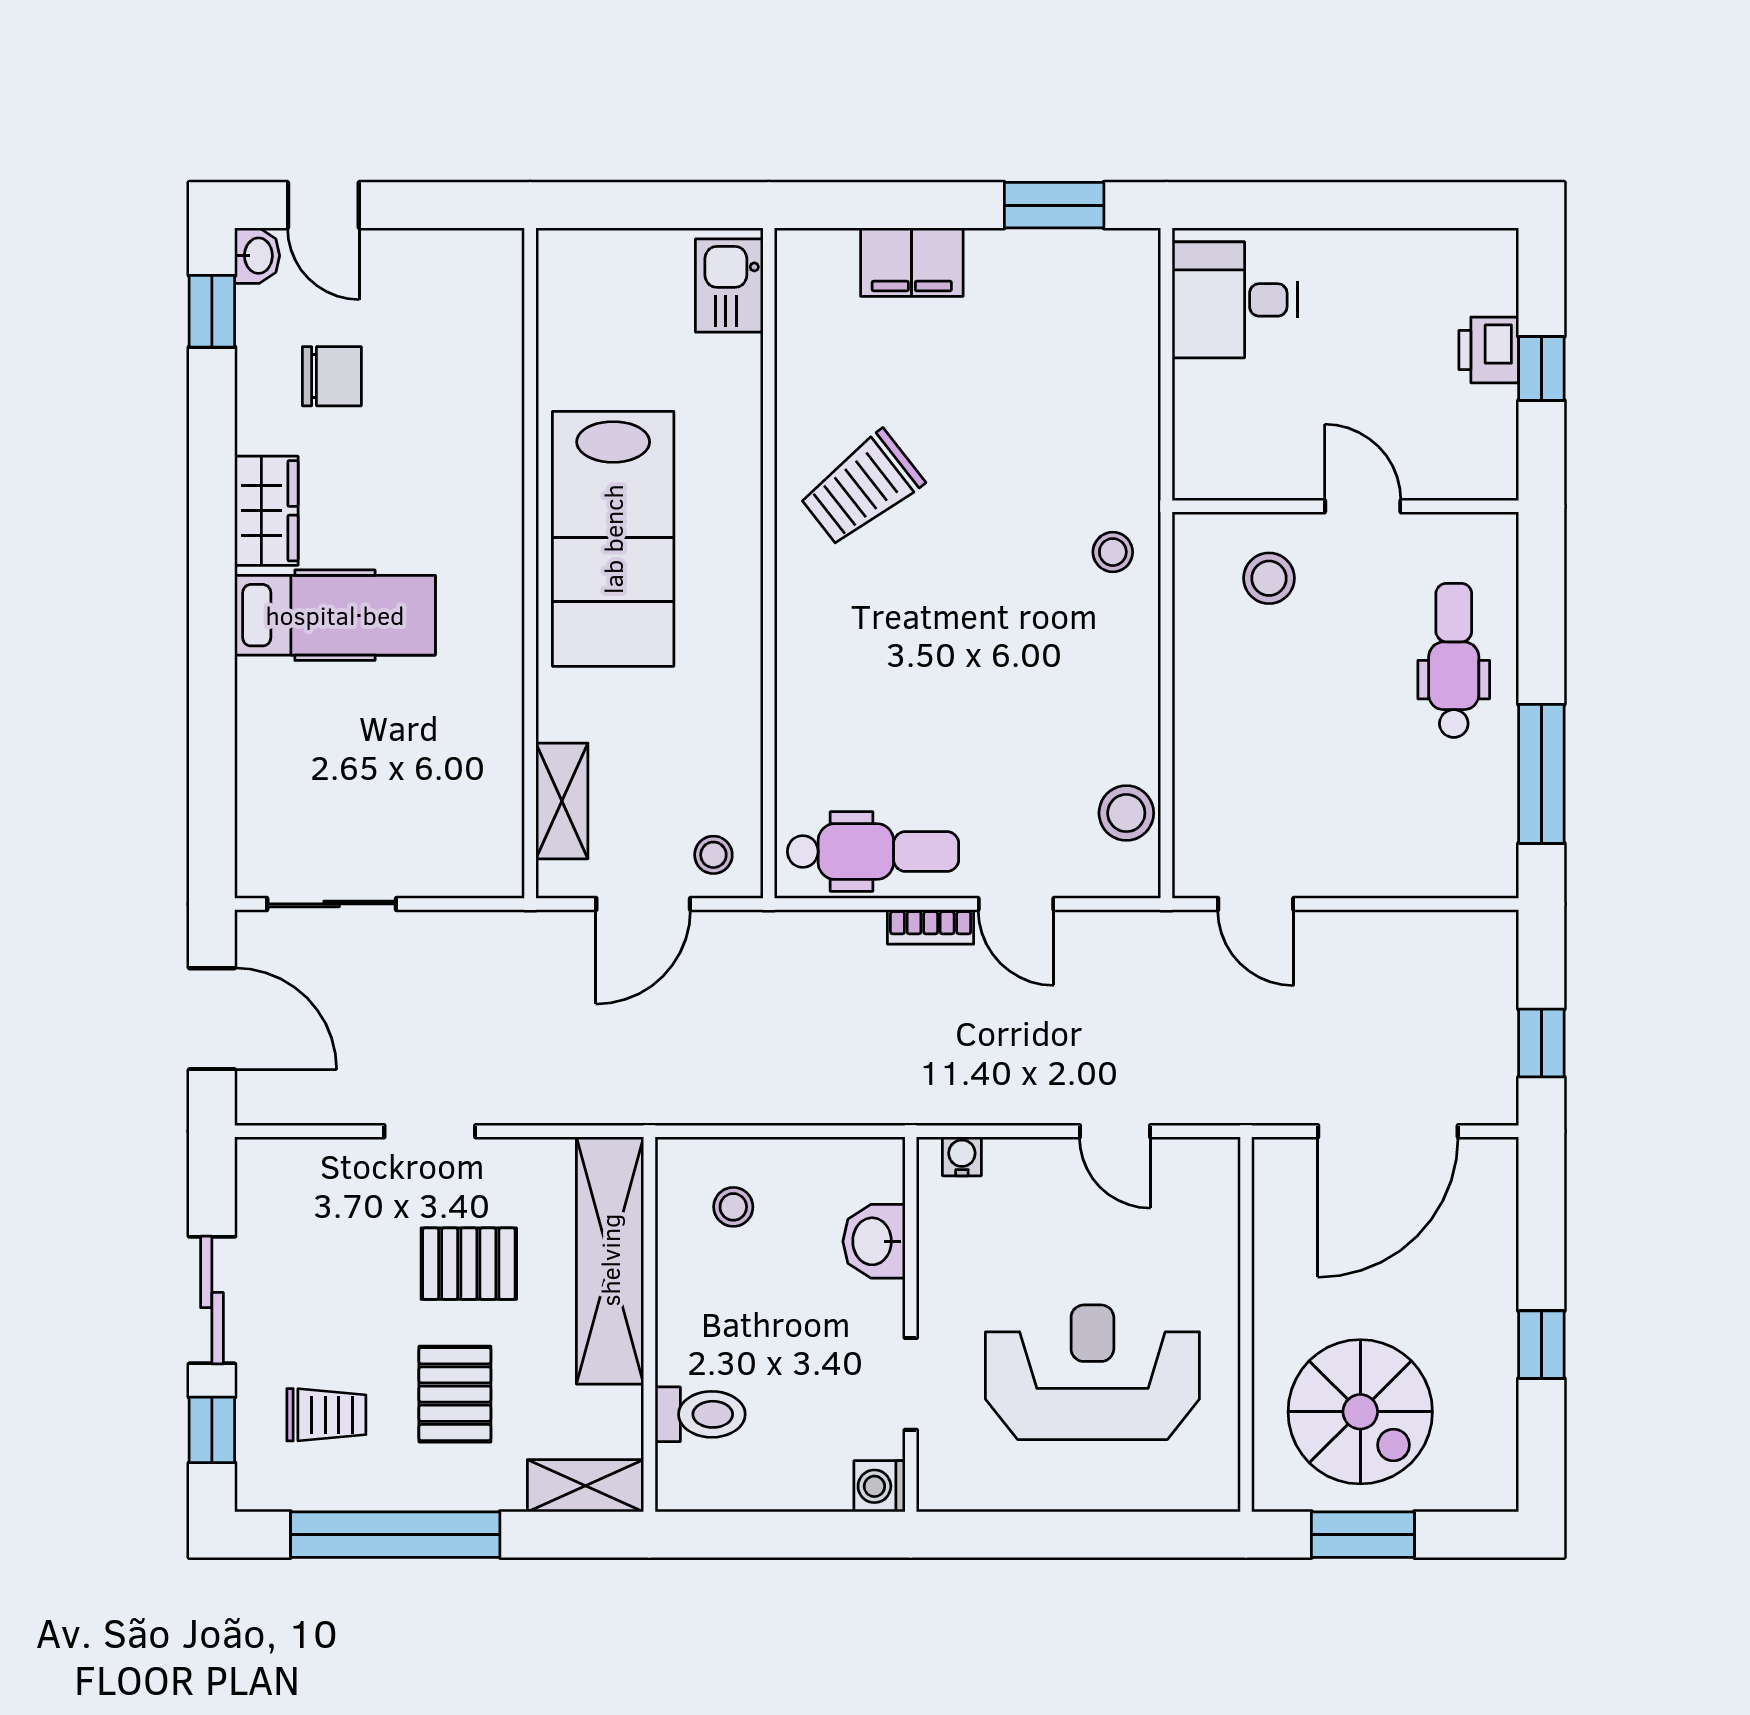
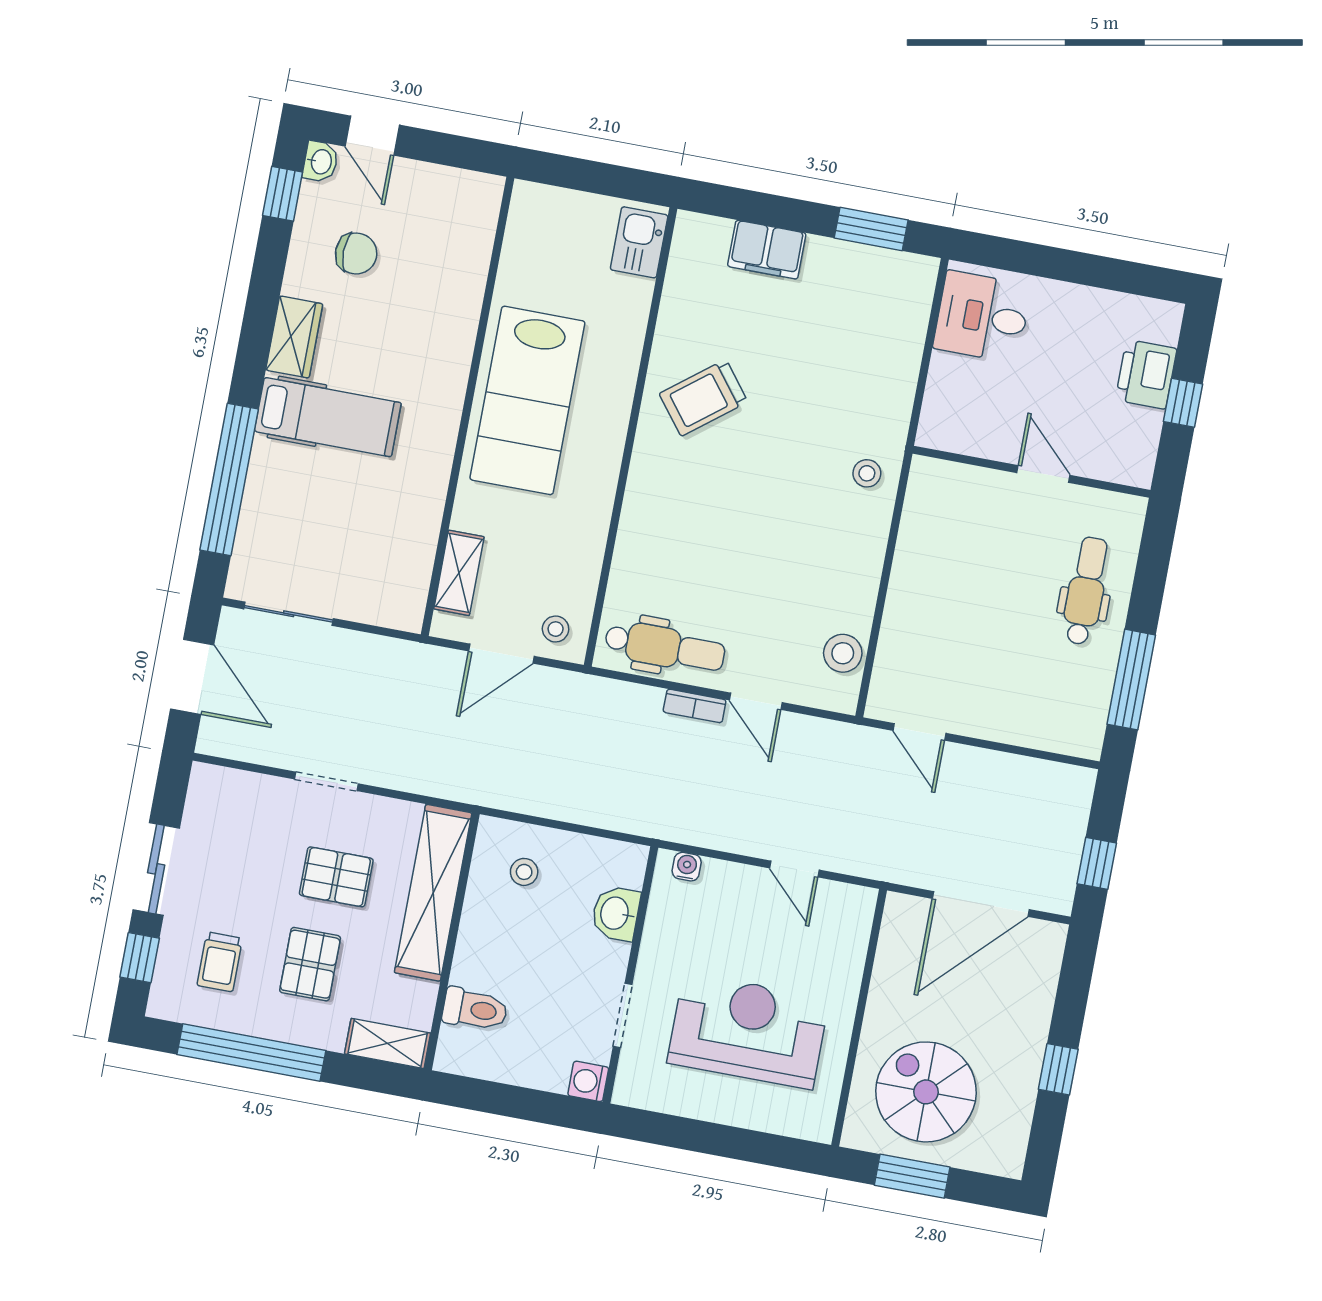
printer: (1489, 350) -> (1146, 374), width x1.36, depth x1.24
stool: (1269, 578) -> (970, 511), removed
window: (212, 730) -> (229, 479), added
spiral stairs: (1360, 1412) -> (926, 1092), turned 180
trolley: (326, 1415) -> (220, 962), turned 90

